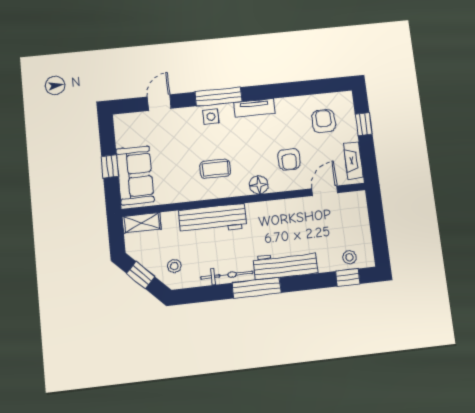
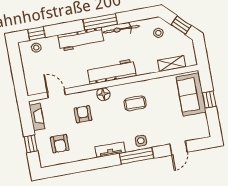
door: (325, 191) -> (56, 93), swing flipped
workbench: (213, 219) -> (112, 72), moved
shelving: (142, 223) -> (172, 64), moved

